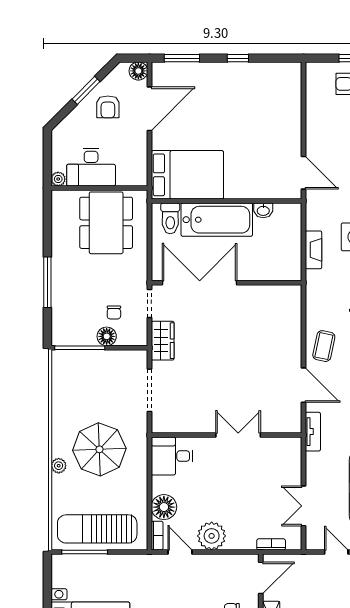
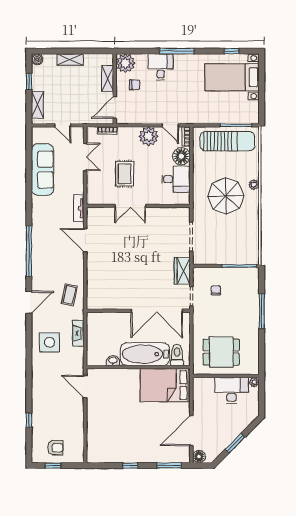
armchair: (108, 107) -> (220, 432), removed
dining table: (106, 223) -> (221, 352), width x0.73
floor lamp: (107, 336) -> (221, 274), removed
coffee table: (324, 346) -> (69, 295), moved
desk: (172, 456) -> (176, 179), moved
rug: (246, 482) -> (125, 174), added

